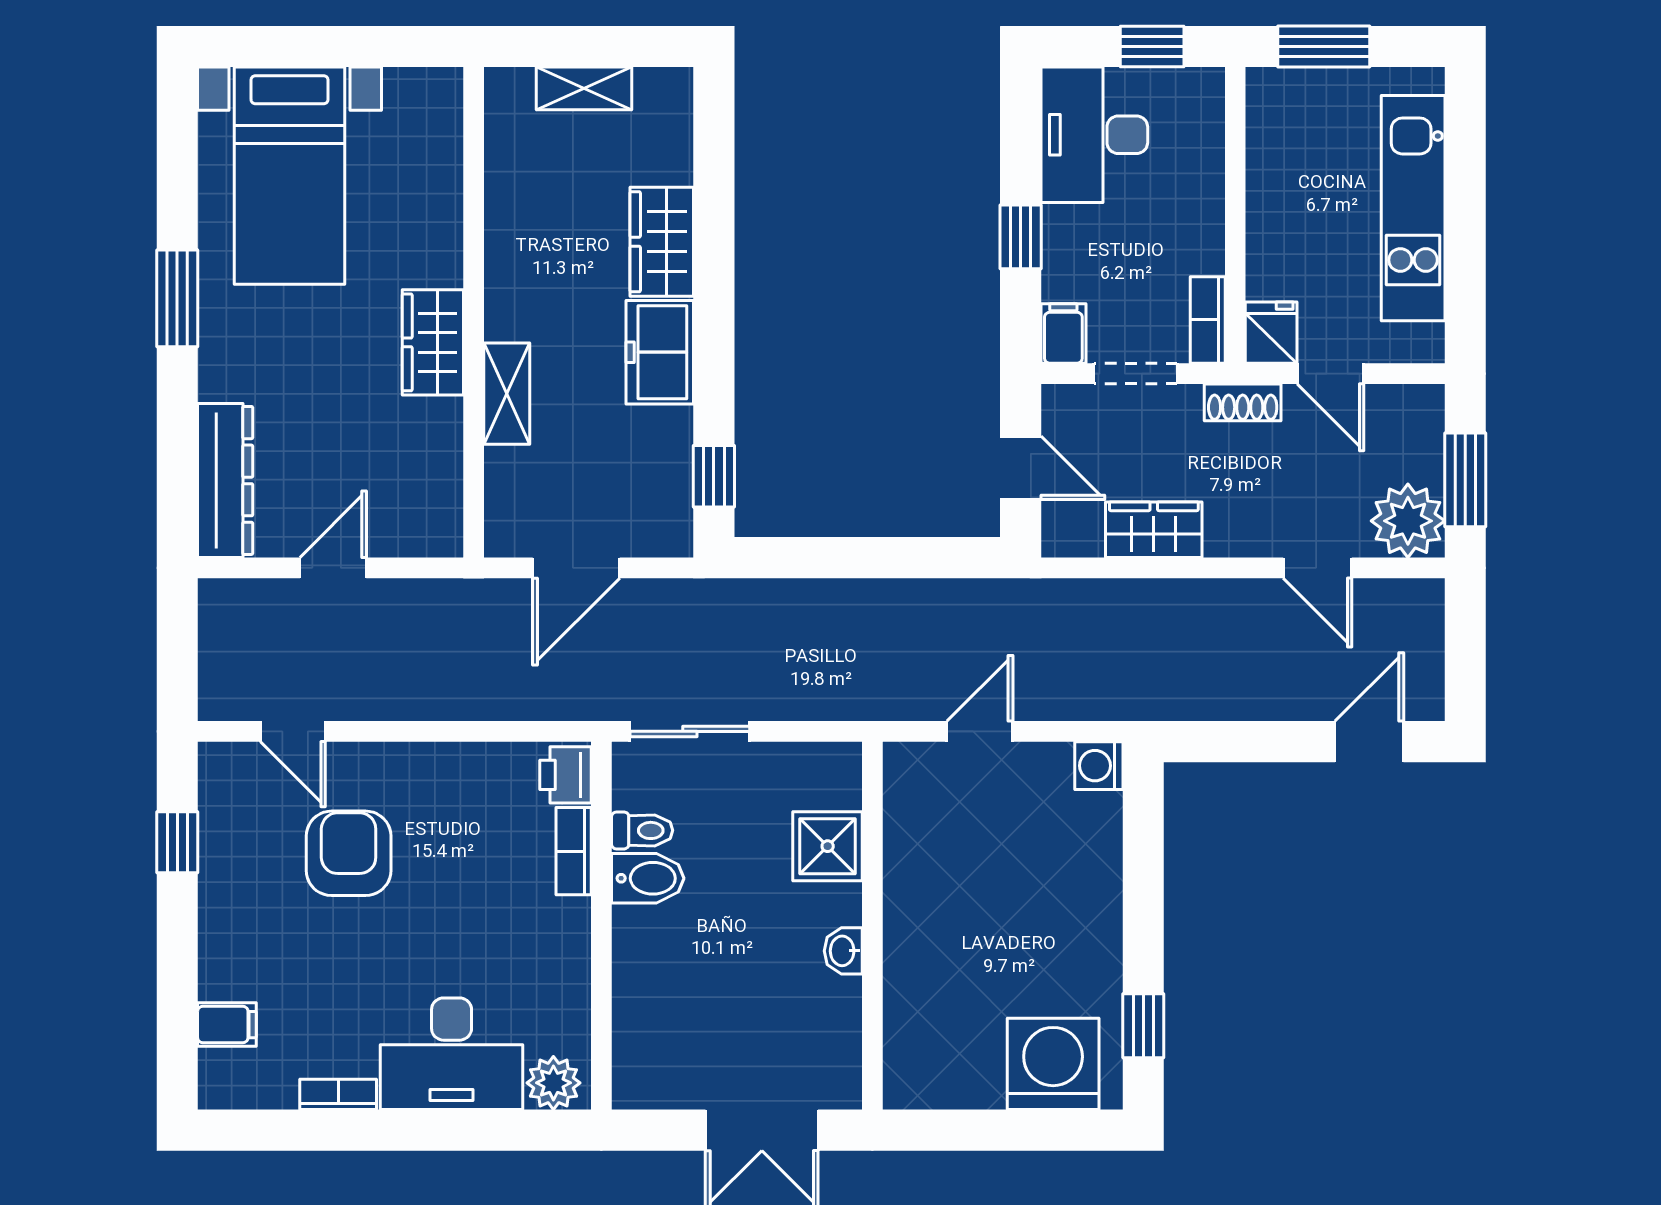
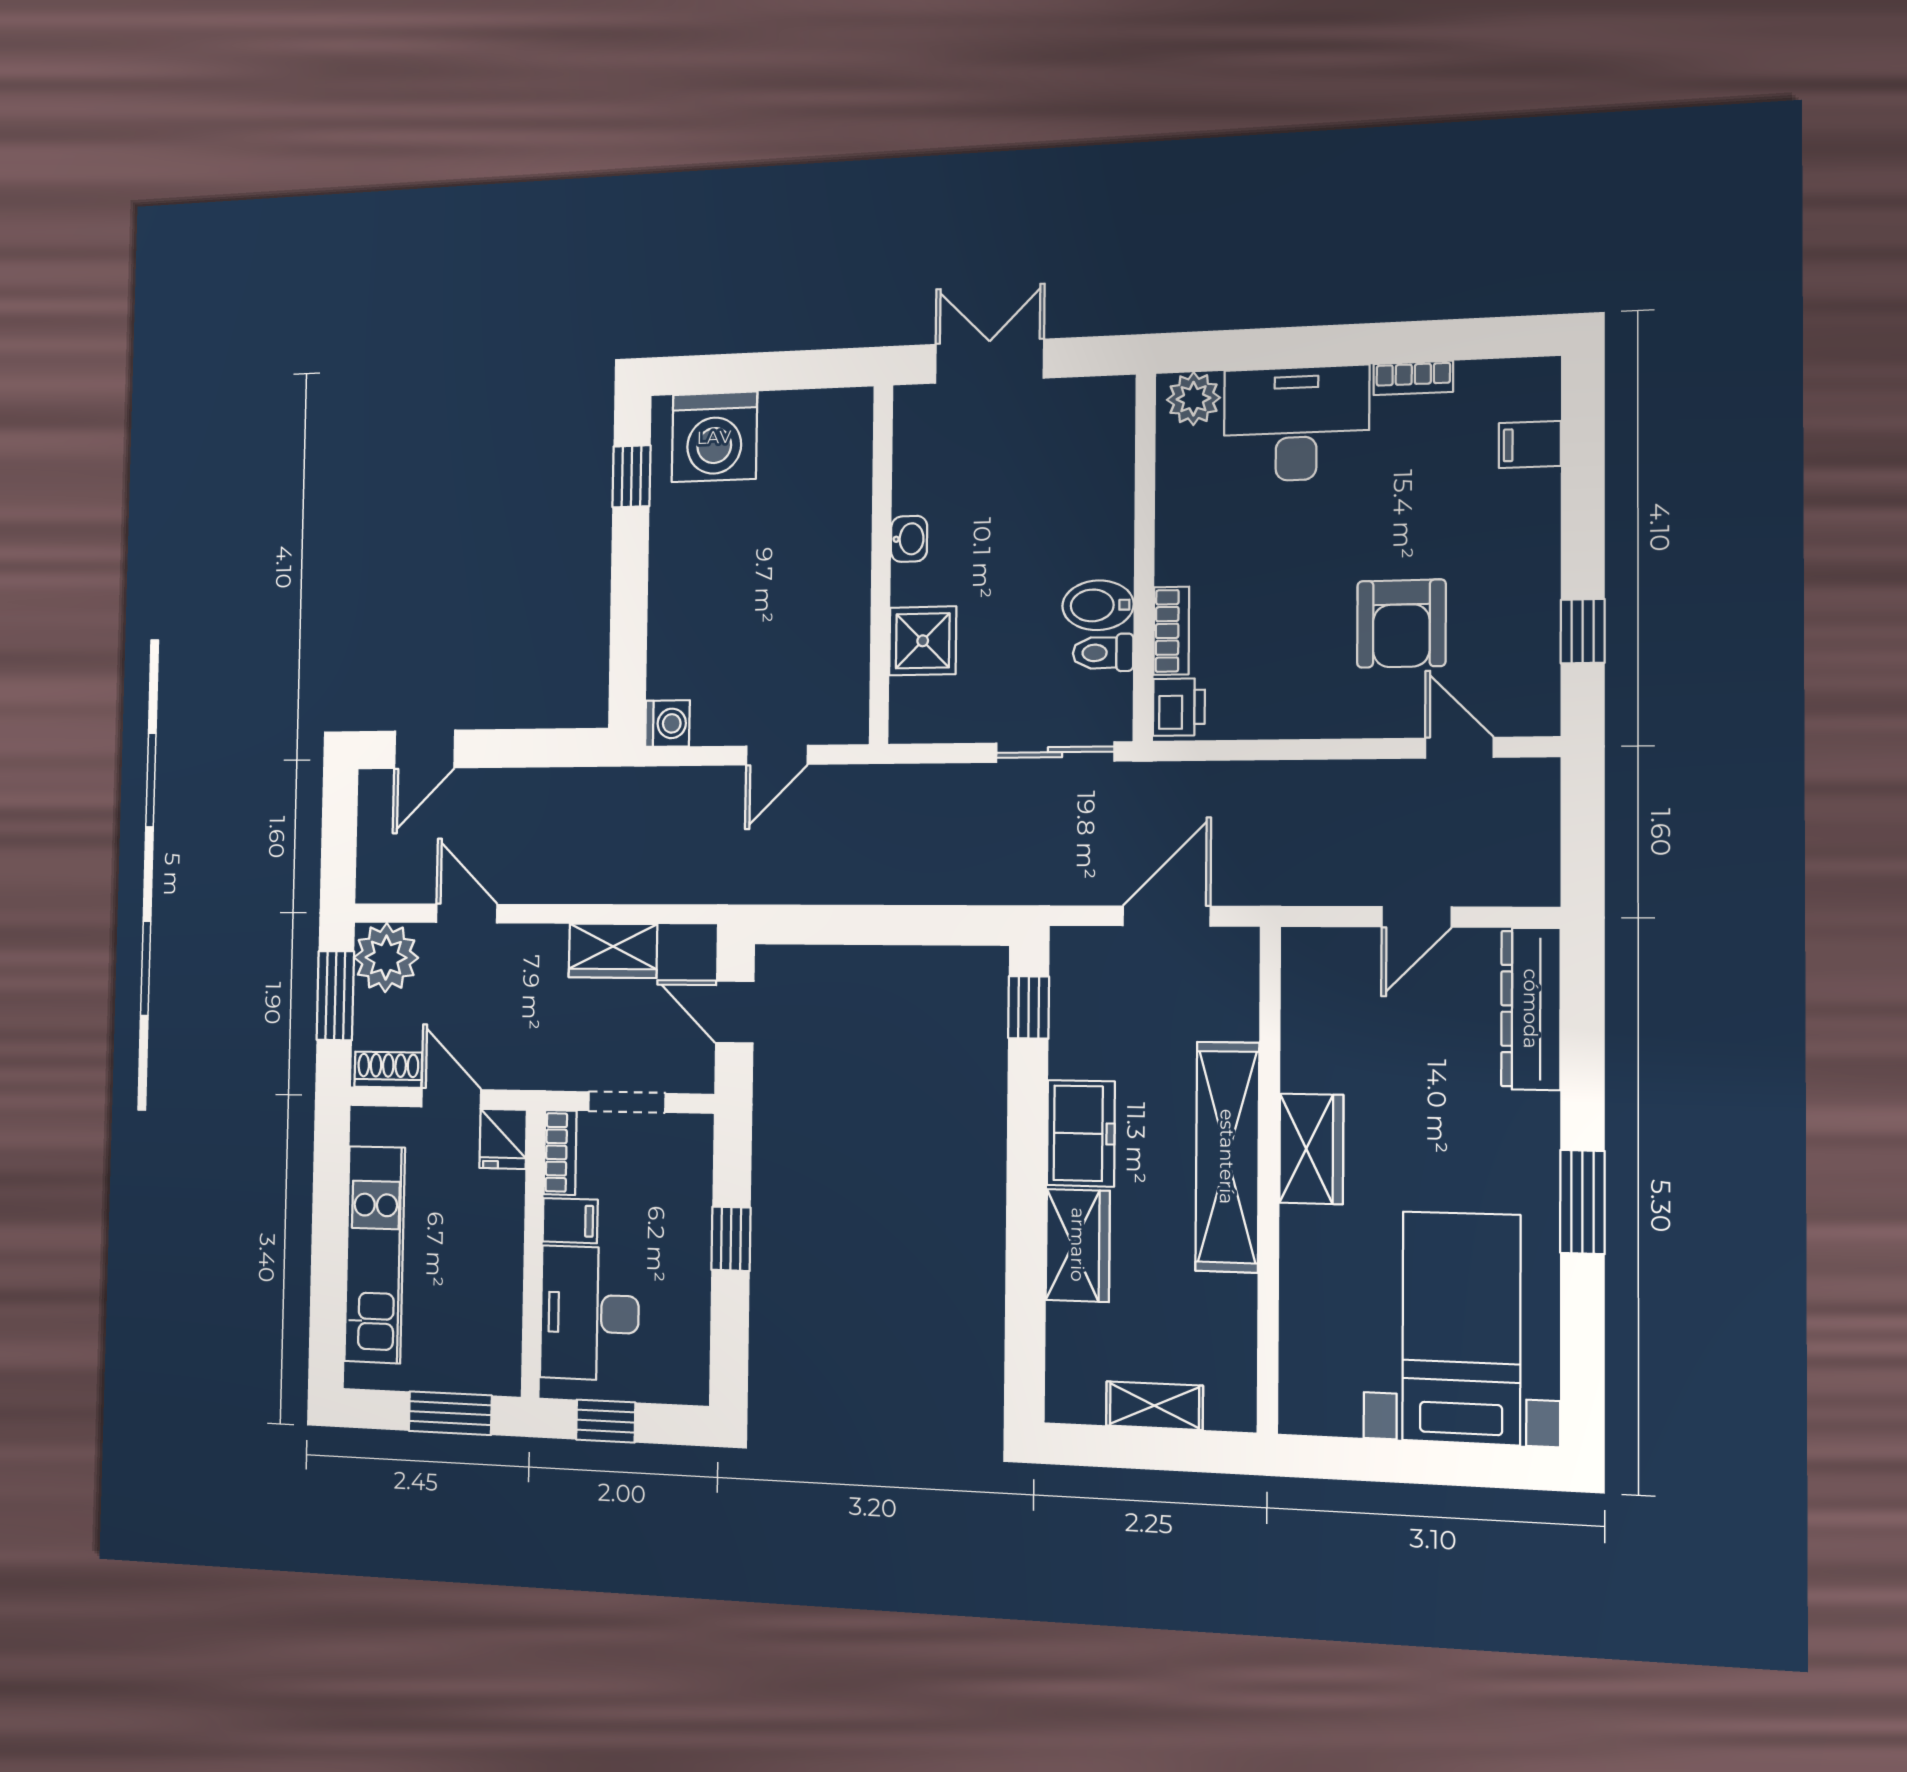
desk: (1094, 135) -> (590, 1313), moved, turned 180
filing cabinet: (1063, 334) -> (570, 1221), moved, turned -90
shelving: (507, 394) -> (1227, 1157), width x2.20, depth x1.33
shoe rack: (1243, 402) -> (388, 1070), moved

